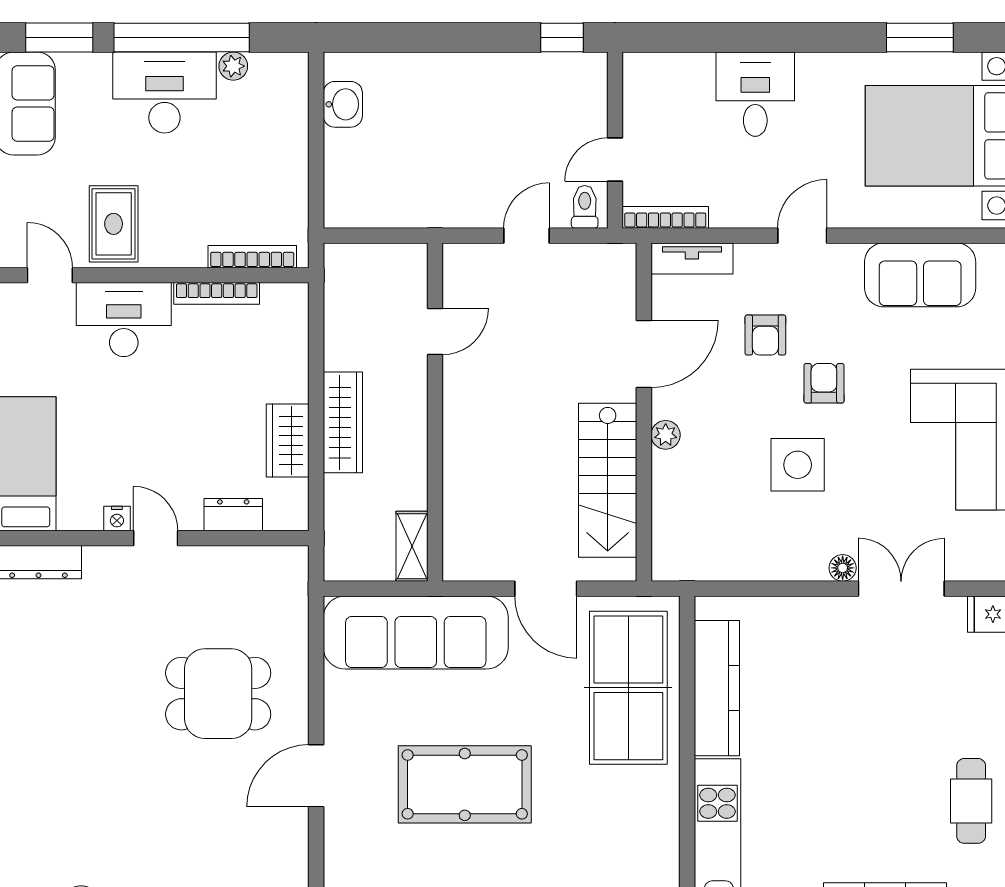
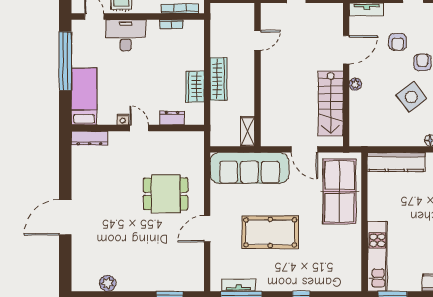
bookcase: (217, 293) -> (172, 24), width x0.64
side table: (798, 465) -> (411, 97), turned -37
kitchen counter: (717, 688) -> (396, 162), moved, turned 90

